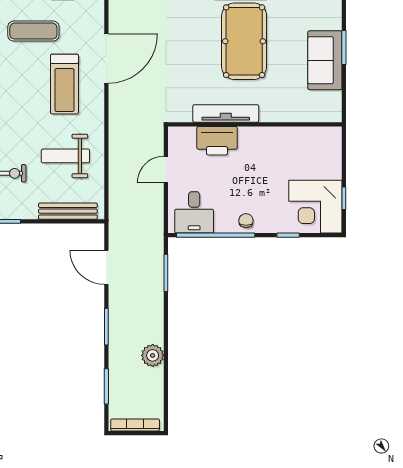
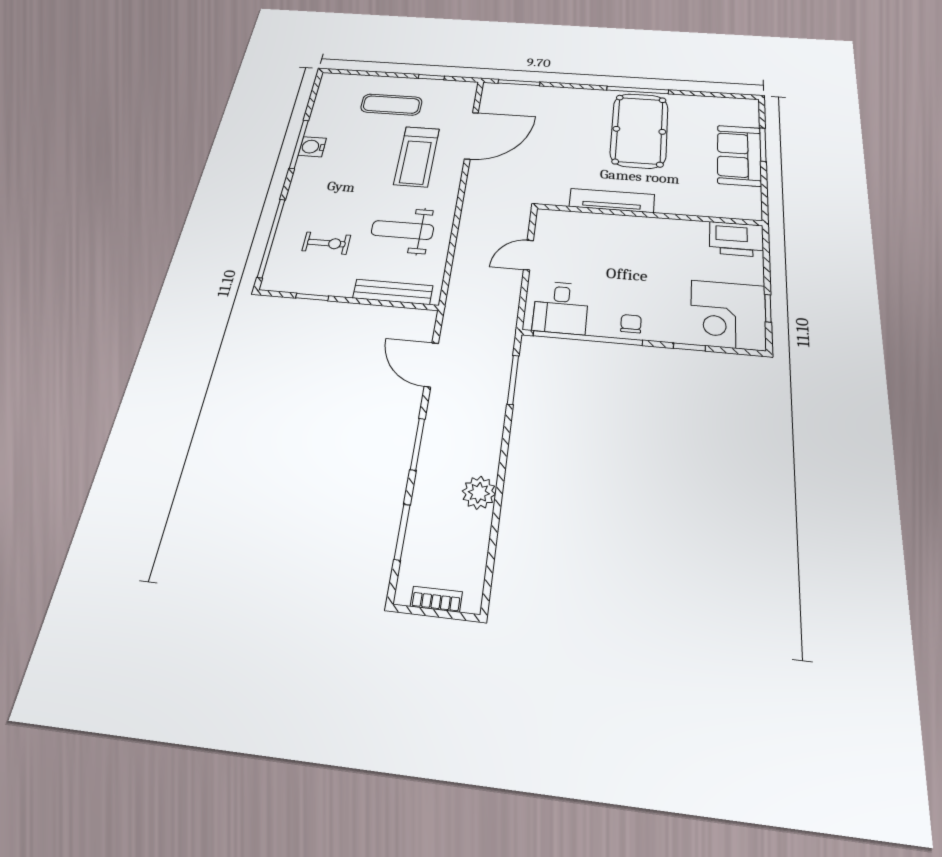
printer: (217, 141) -> (736, 239), moved
bookcase: (135, 425) -> (436, 599), width x0.64

